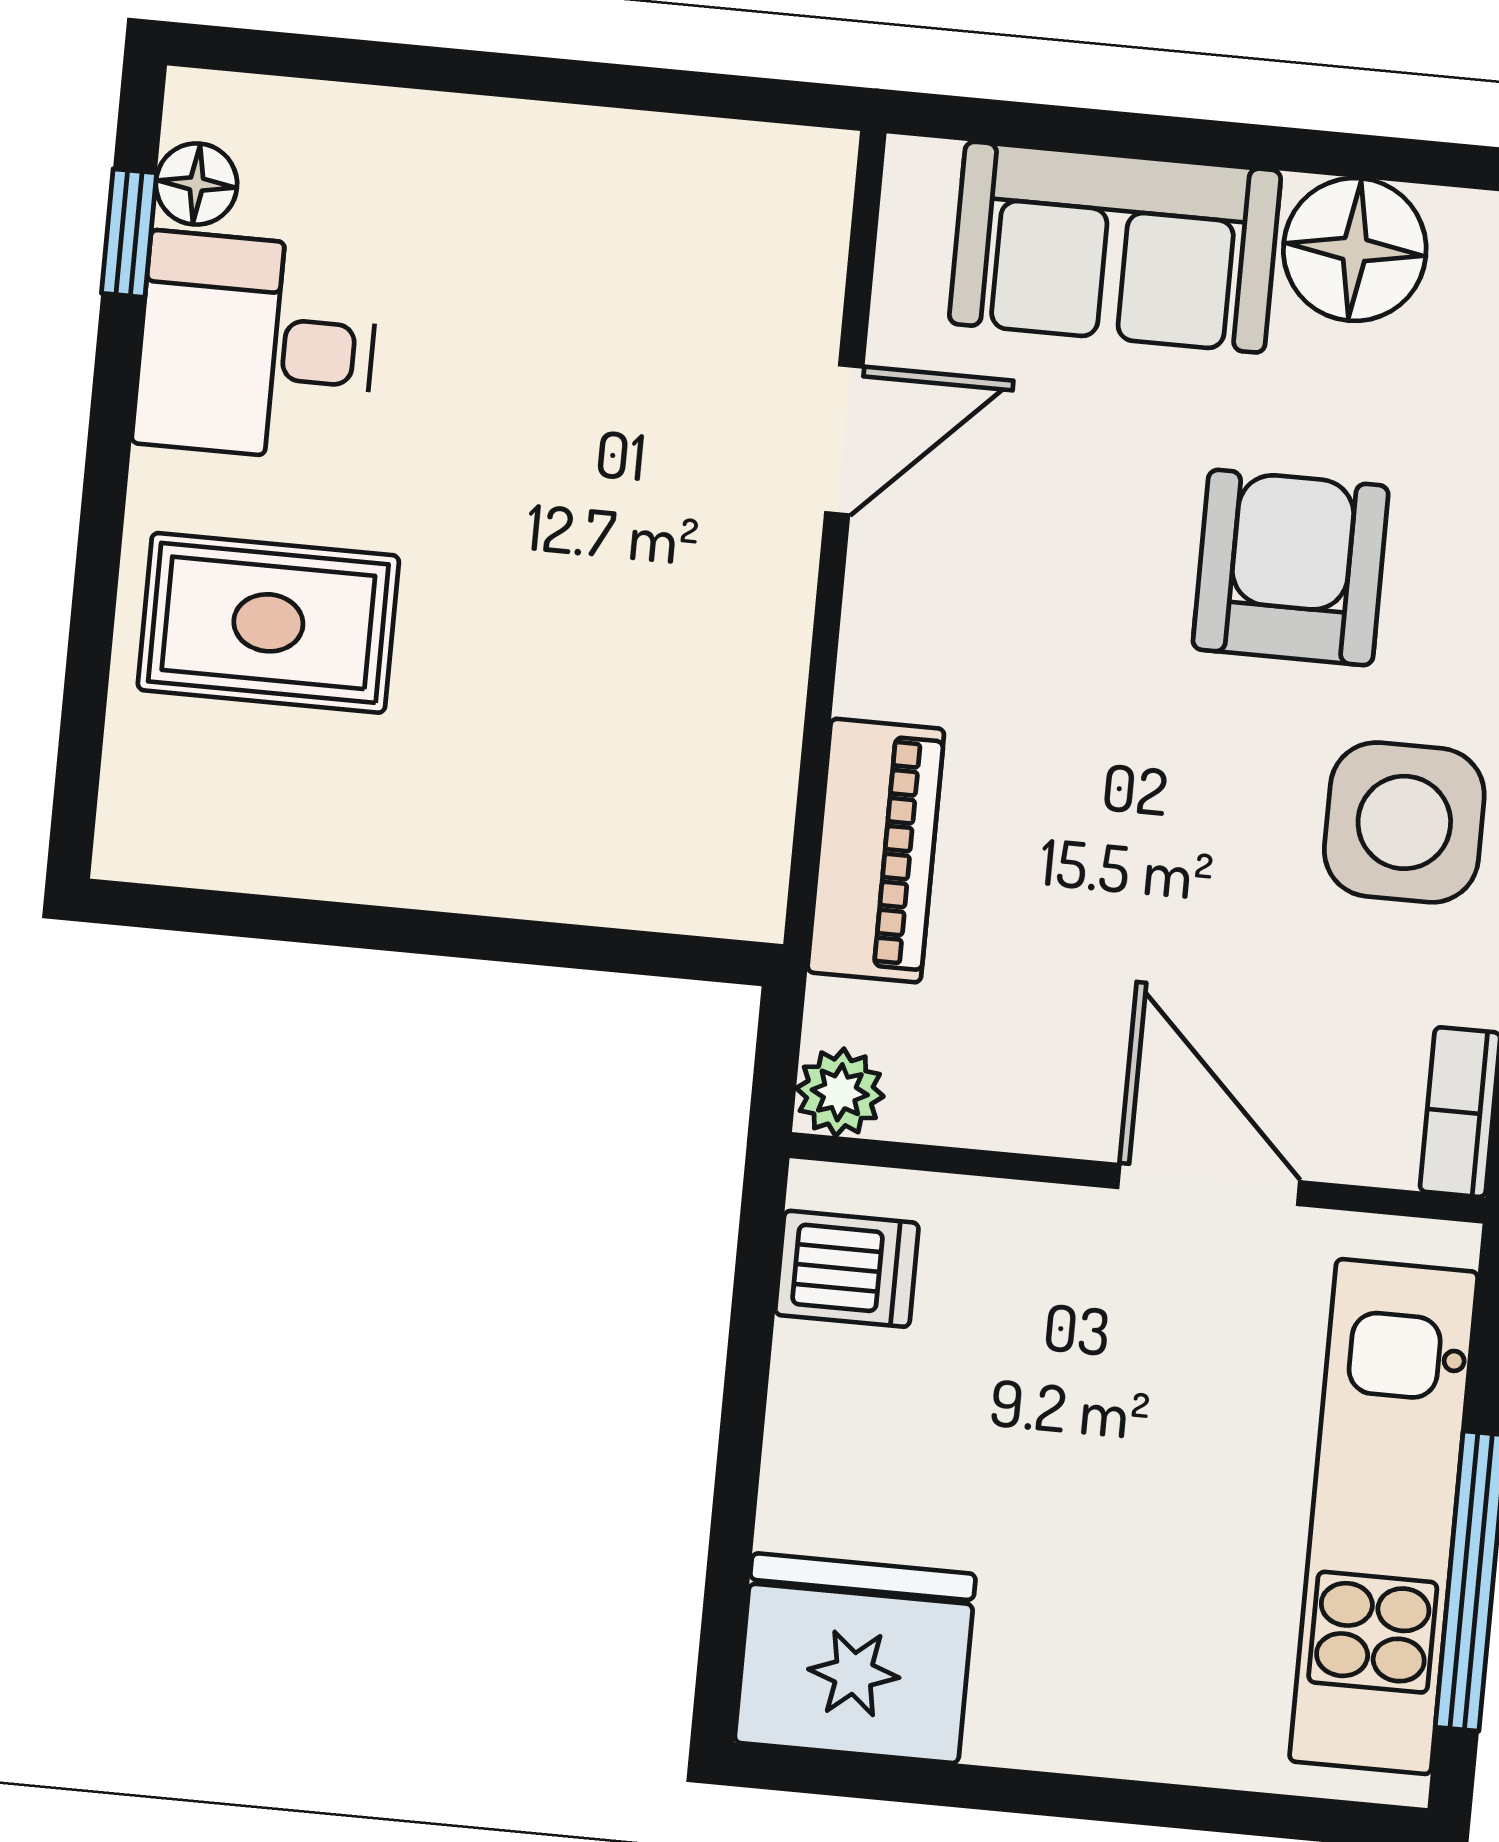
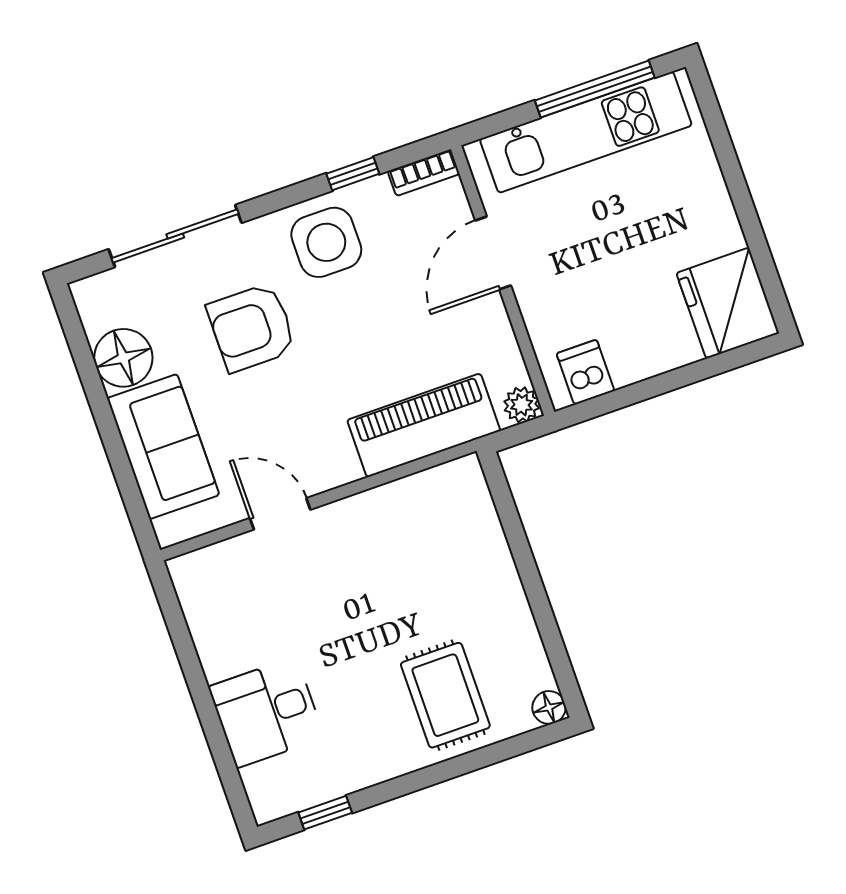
floor lamp: (196, 184) -> (549, 707), moved
desk: (256, 347) -> (266, 712), moved, turned 90
piano: (876, 851) -> (424, 425), width x1.37, depth x1.33

